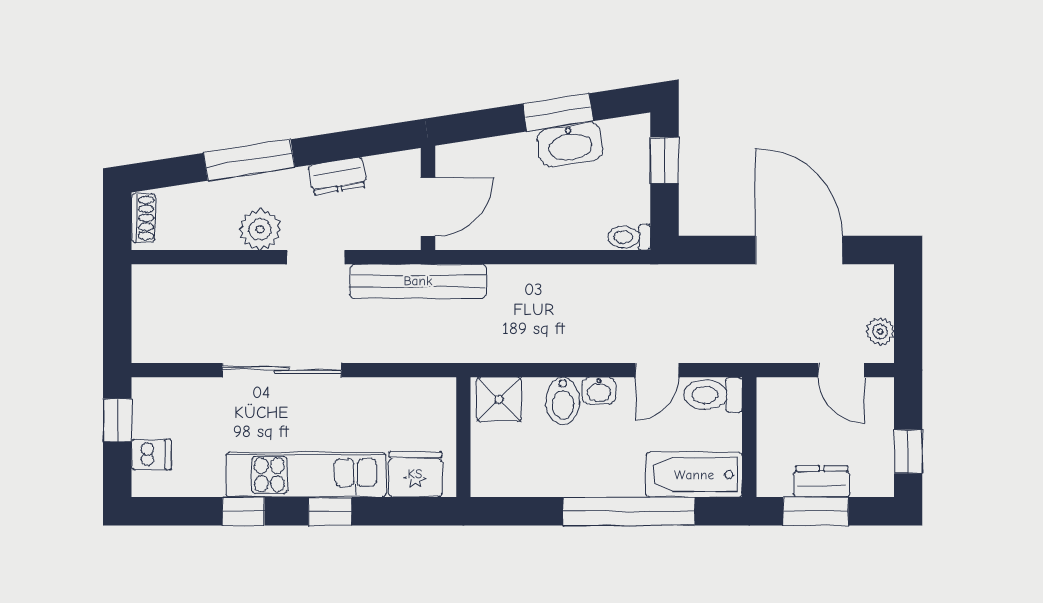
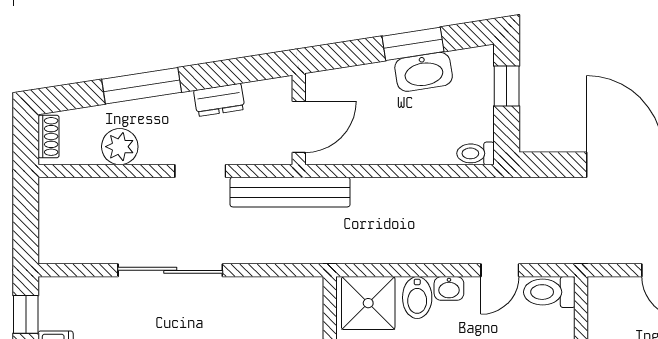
plant: (260, 229) -> (120, 147), moved
shower: (499, 399) -> (368, 303), width x1.36, depth x1.36

